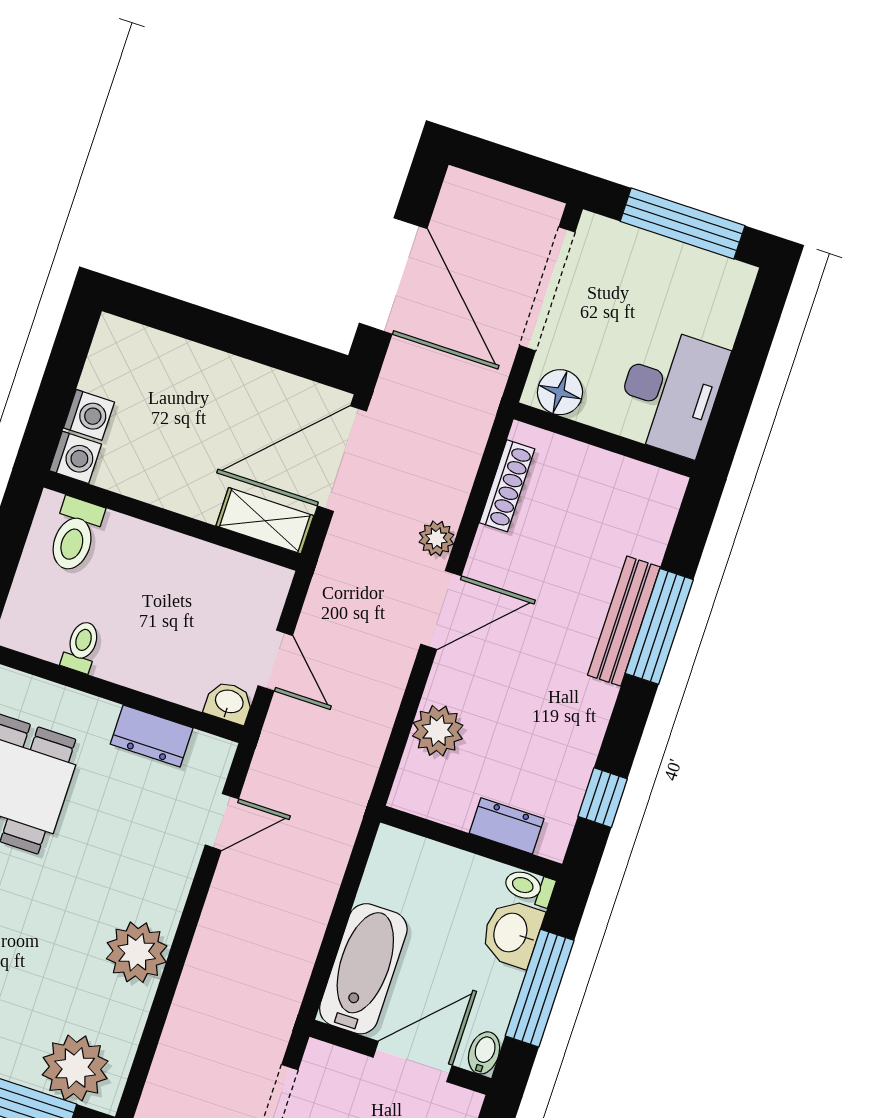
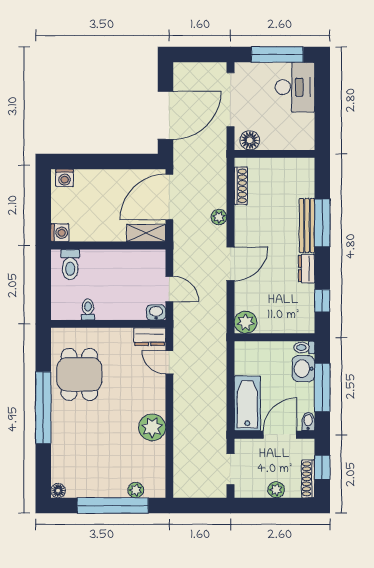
door: (393, 276) -> (166, 115), hinge flipped
desk: (670, 391) -> (295, 87), moved
washing machine: (89, 415) -> (65, 178), moved, turned 90
door: (441, 610) -> (231, 264), moved
plant: (438, 731) -> (246, 322), moved
dresser: (152, 736) -> (150, 337), moved
door: (222, 822) -> (169, 362), swing flipped
dresser: (507, 826) -> (307, 269), moved, turned -90
plant: (75, 1068) -> (136, 490), width x0.53, depth x0.53

